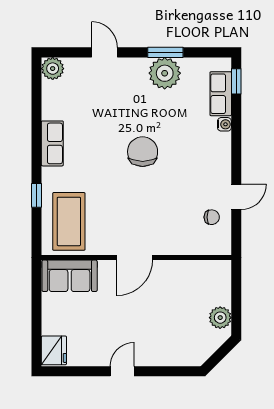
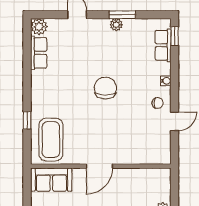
plant: (165, 73) -> (116, 25), width x0.53, depth x0.53
water cooler: (224, 124) -> (166, 81), moved
row of seats: (52, 143) -> (39, 53), moved
chair: (212, 217) -> (158, 103), moved

